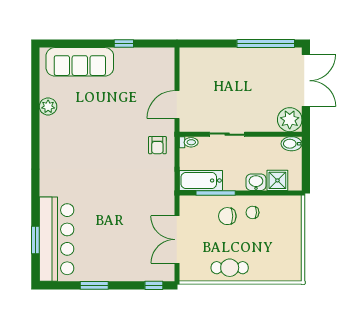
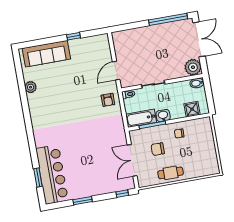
washbasin: (256, 182) -> (163, 116), moved
chair: (227, 216) -> (158, 149), moved

